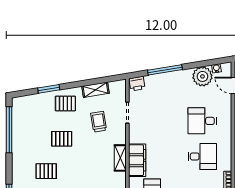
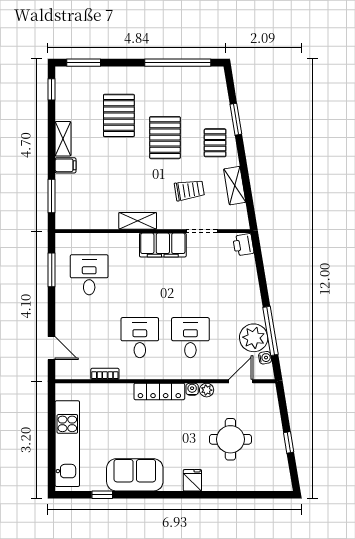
window: (165, 70) -> (270, 331), moved
pallet: (62, 139) -> (165, 138), width x1.50, depth x1.42
desk: (202, 156) -> (140, 338), turned 180
filing cabinet: (137, 160) -> (163, 245), moved
pallet: (46, 171) -> (119, 116), width x1.50, depth x1.42

